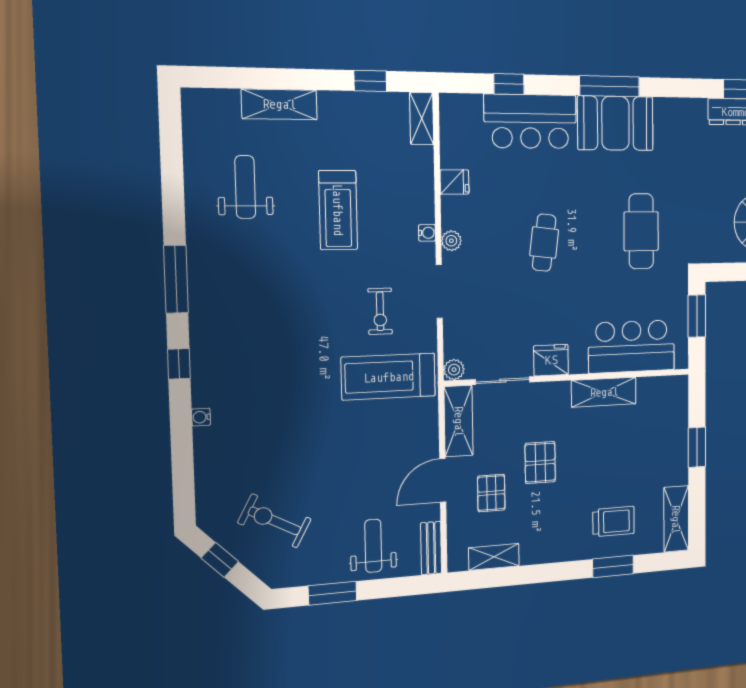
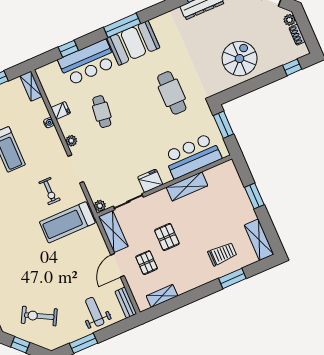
water cooler: (427, 233) -> (49, 123), moved
cafe table: (544, 243) -> (102, 112), moved

